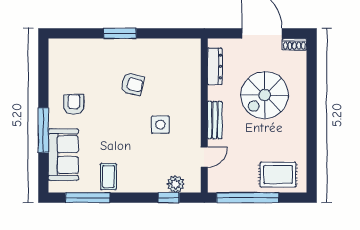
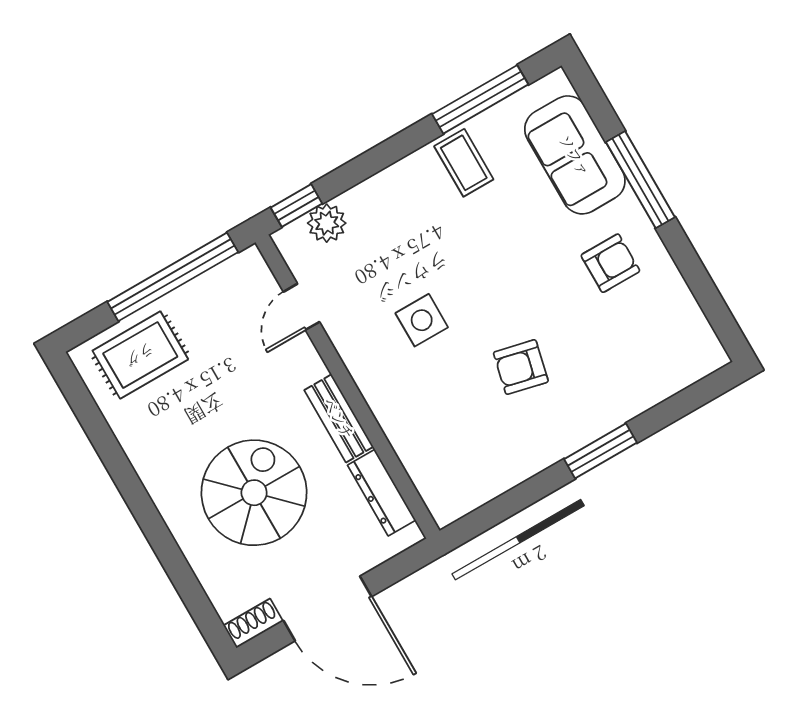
armchair: (74, 104) -> (610, 263), turned -90
bench: (215, 120) -> (339, 418), moved
window: (169, 198) -> (296, 206), moved

